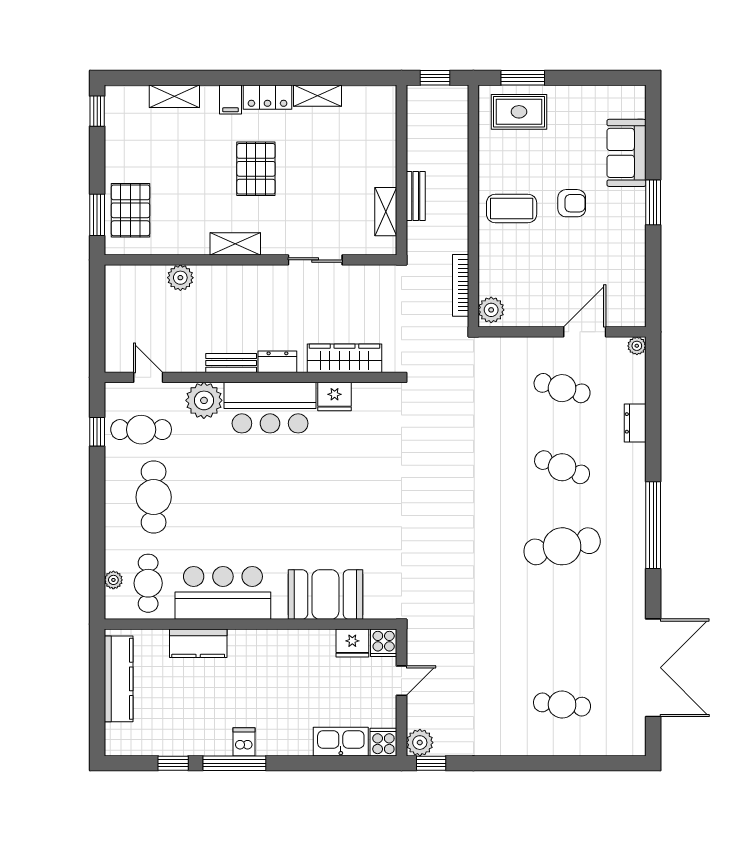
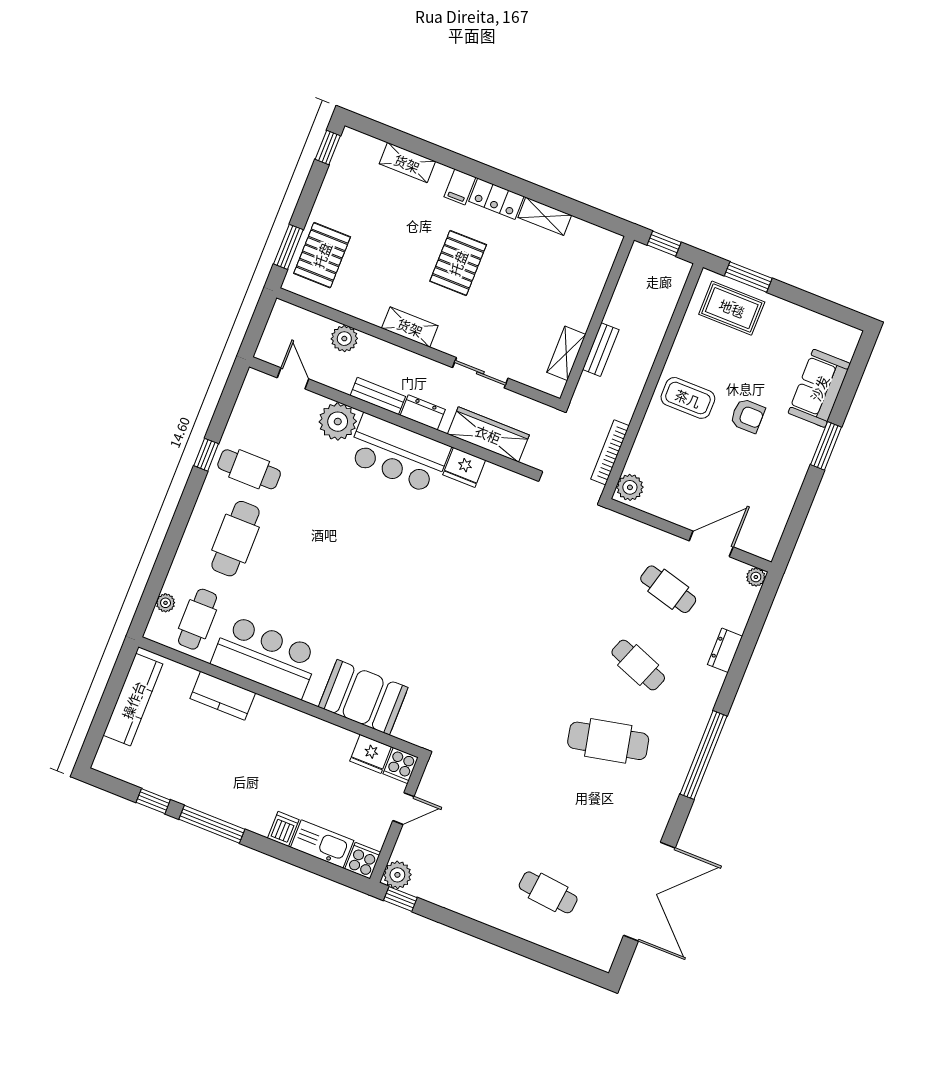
wardrobe: (345, 358) -> (488, 434), moved
dresser: (277, 362) -> (423, 412), moved
bench: (231, 363) -> (378, 396), moved
door: (148, 377) -> (293, 378), moved
wall: (251, 377) -> (391, 417), moved
fridge: (335, 397) -> (464, 467), moved
plant: (204, 400) -> (338, 422), moved
bar counter: (270, 408) -> (398, 454), moved
dishwasher: (244, 742) -> (283, 829), moved

